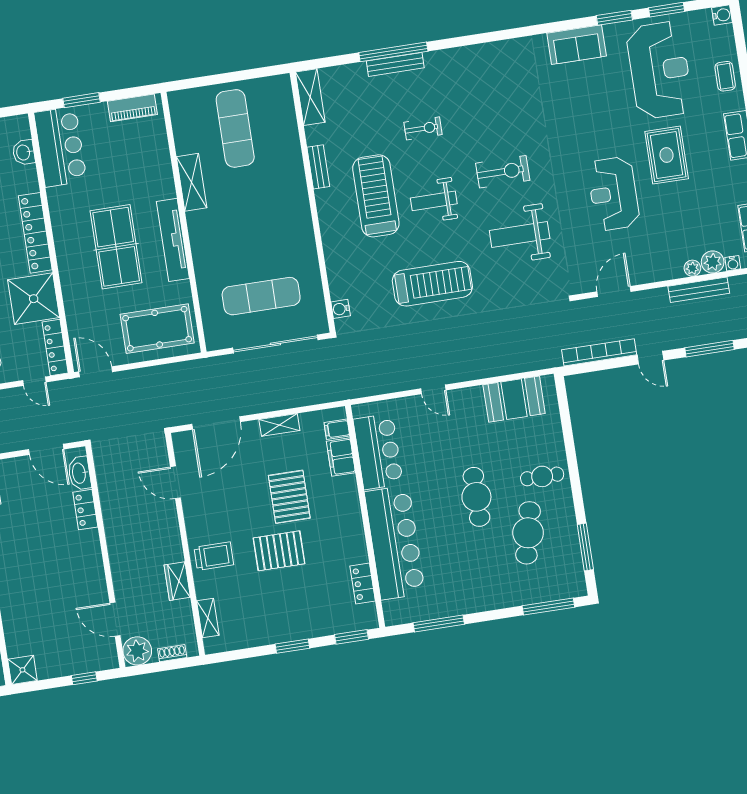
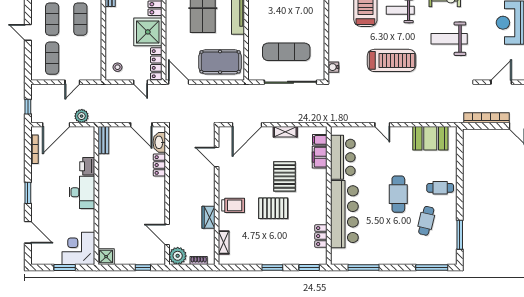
cafe table: (528, 533) -> (426, 221), width x0.73, depth x0.74

